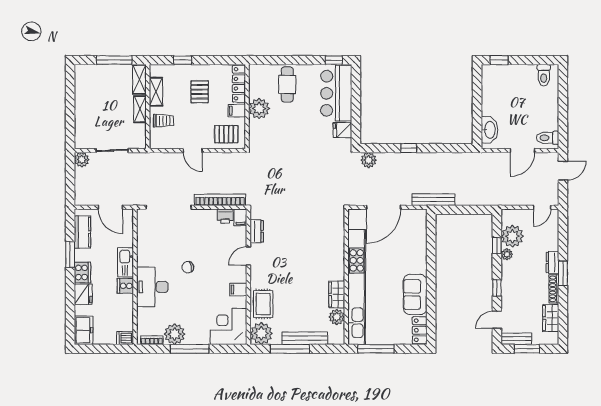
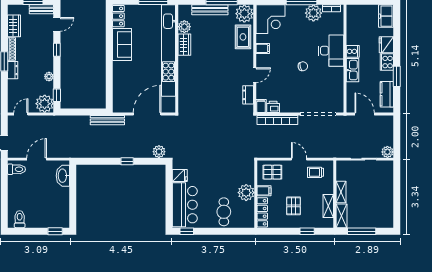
trolley: (163, 121) -> (316, 172), moved
plant: (512, 236) -> (45, 104), moved
window: (497, 245) -> (57, 95), moved
dishwasher: (125, 338) -> (353, 10), removed

